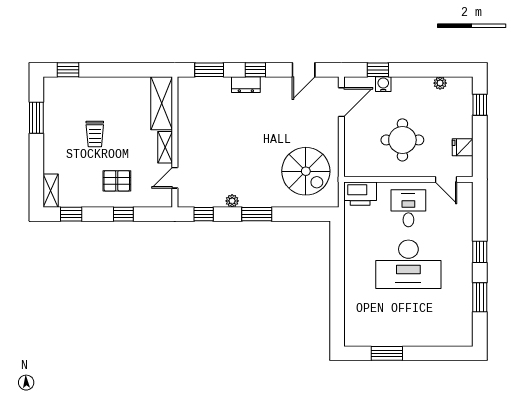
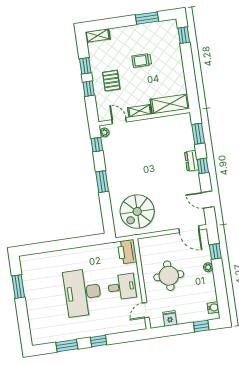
plant: (440, 83) -> (208, 267), moved
water cooler: (383, 84) -> (213, 308), moved
plant: (232, 201) -> (104, 132), moved
window: (71, 214) -> (85, 66), moved

